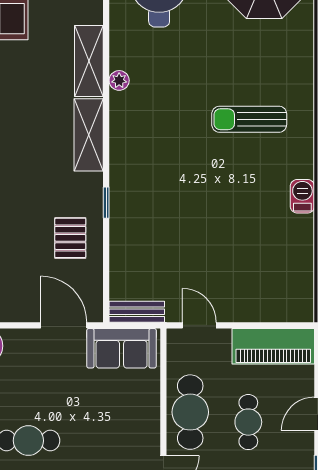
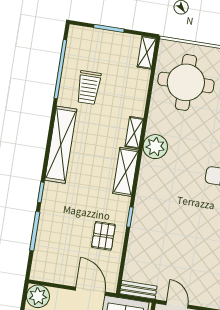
shelving: (89, 61) -> (134, 133), width x0.67, depth x0.75
plant: (119, 80) -> (155, 147), width x1.88, depth x1.88

